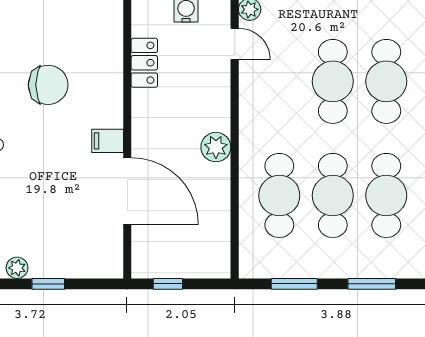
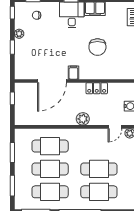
locker: (144, 63) -> (97, 88), moved
plant: (216, 147) -> (83, 119), moved

